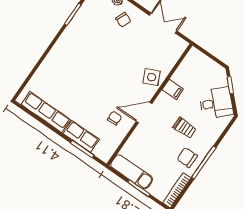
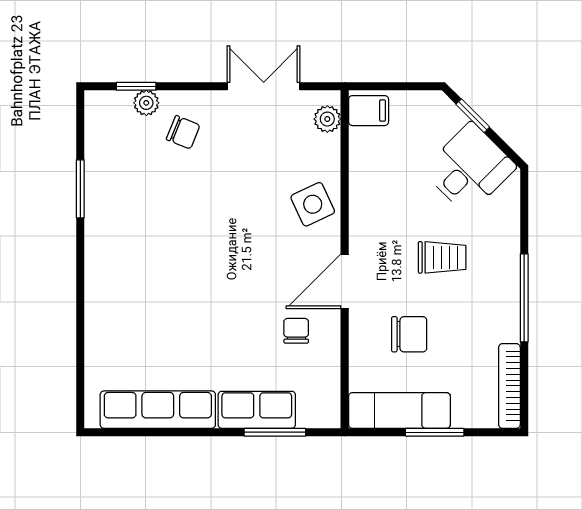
plant: (178, 50) -> (327, 119), added
filing cabinet: (173, 89) -> (369, 111), moved
chair: (187, 158) -> (409, 334), moved, turned 180

